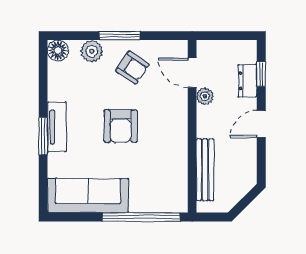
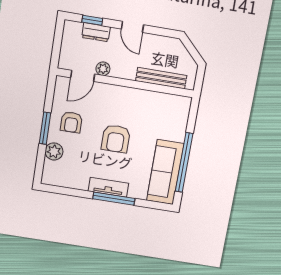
floor lamp: (58, 50) -> (50, 177), removed
armchair: (132, 67) -> (71, 122), turned 146
armchair: (121, 126) -> (116, 139), turned 90
window: (43, 136) -> (114, 199), width x1.44
window: (141, 217) -> (184, 162), moved

